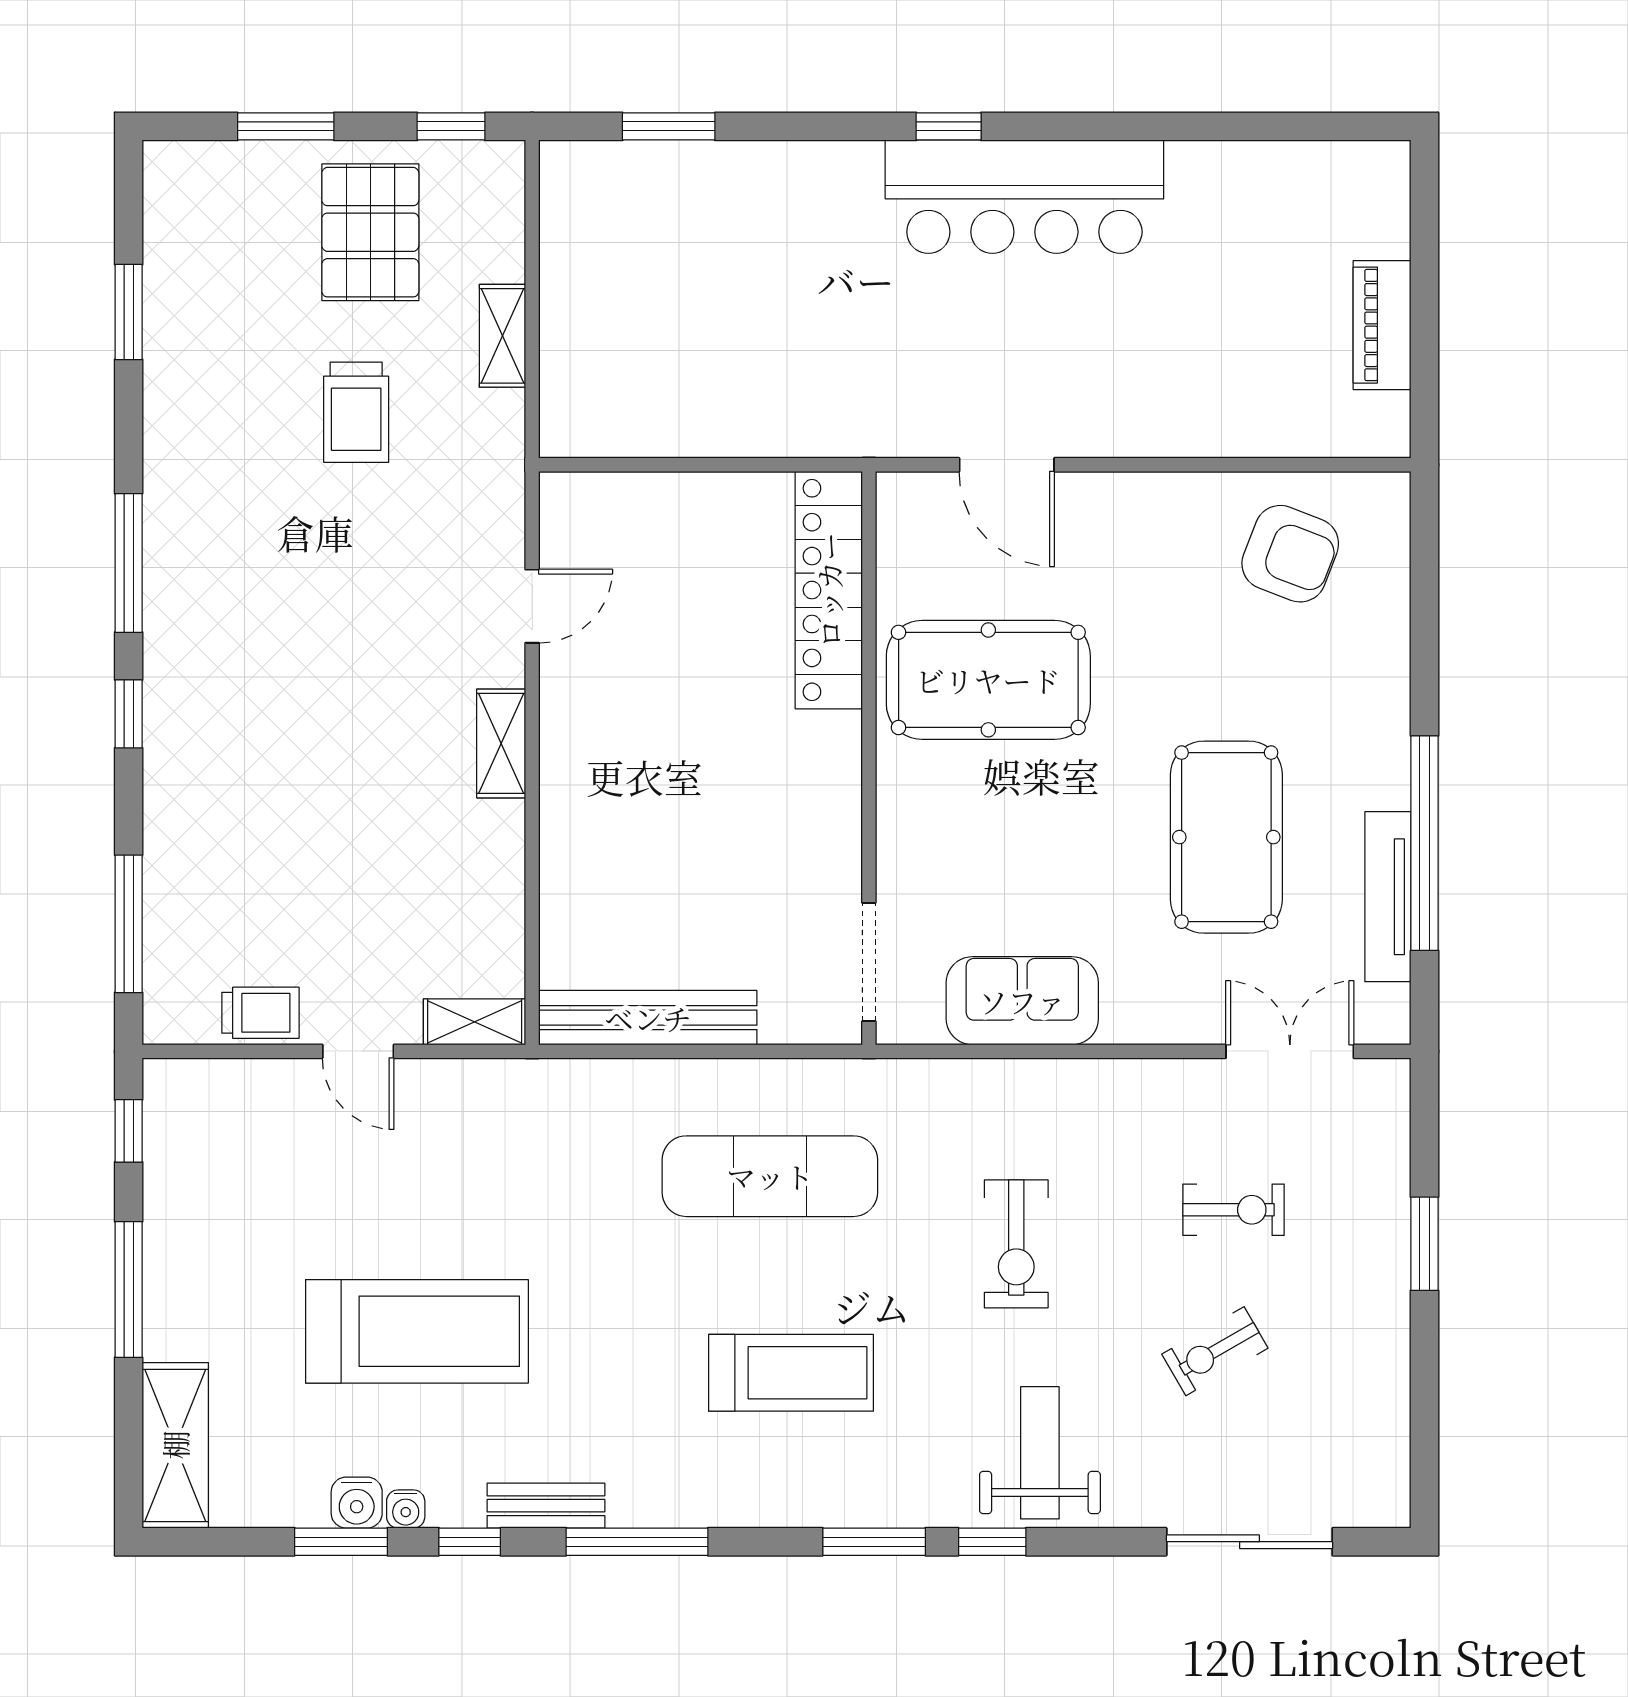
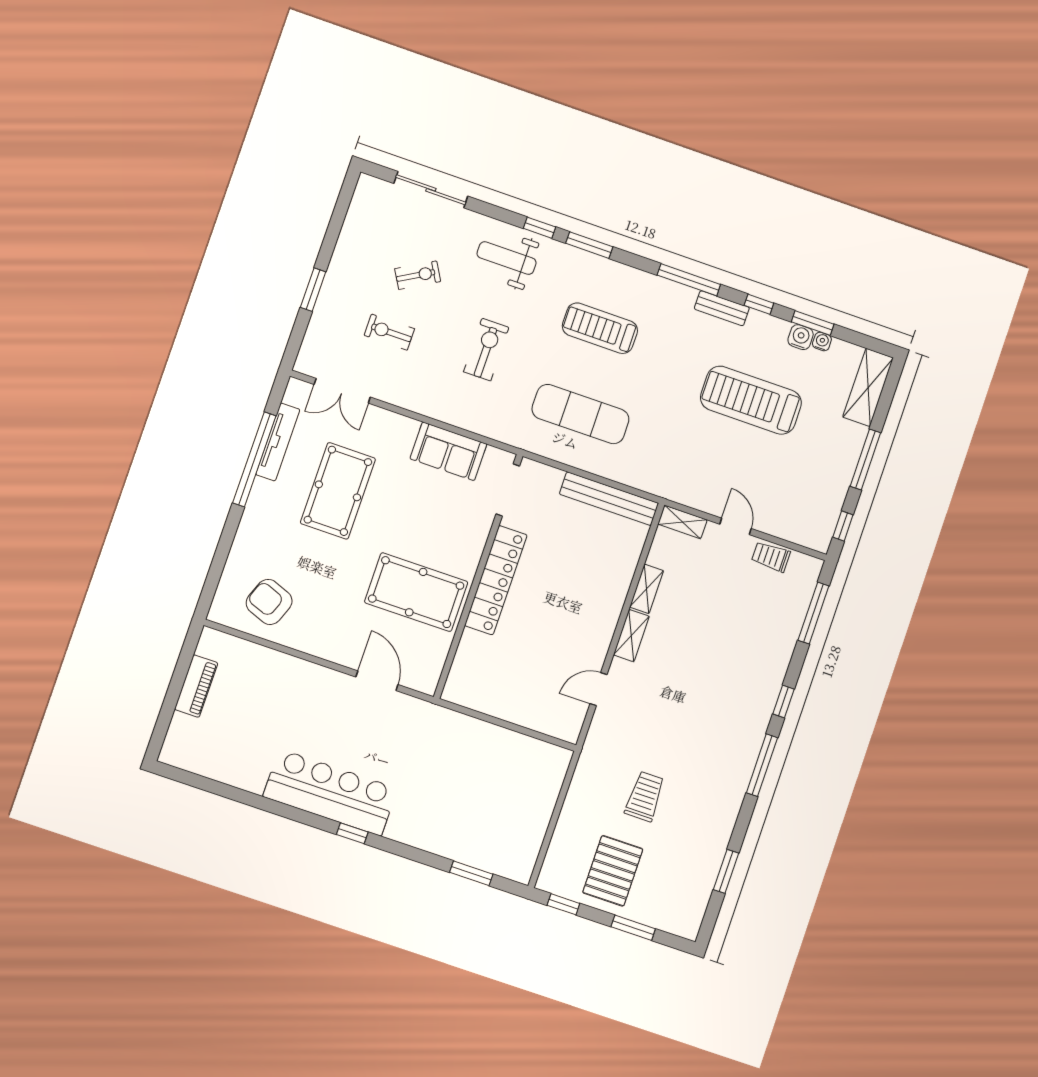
shelving: (502, 336) -> (647, 589), moved
locker: (829, 590) -> (496, 580), moved
weight bench: (1040, 1453) -> (507, 258), turned 90
water cooler: (406, 1509) -> (822, 342), moved

